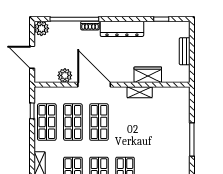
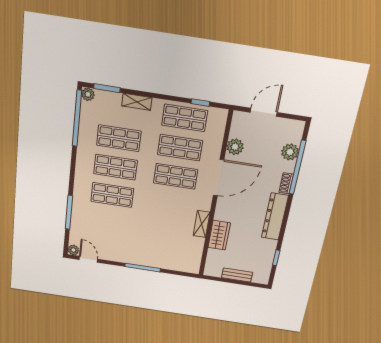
plant: (41, 28) -> (290, 152), moved

